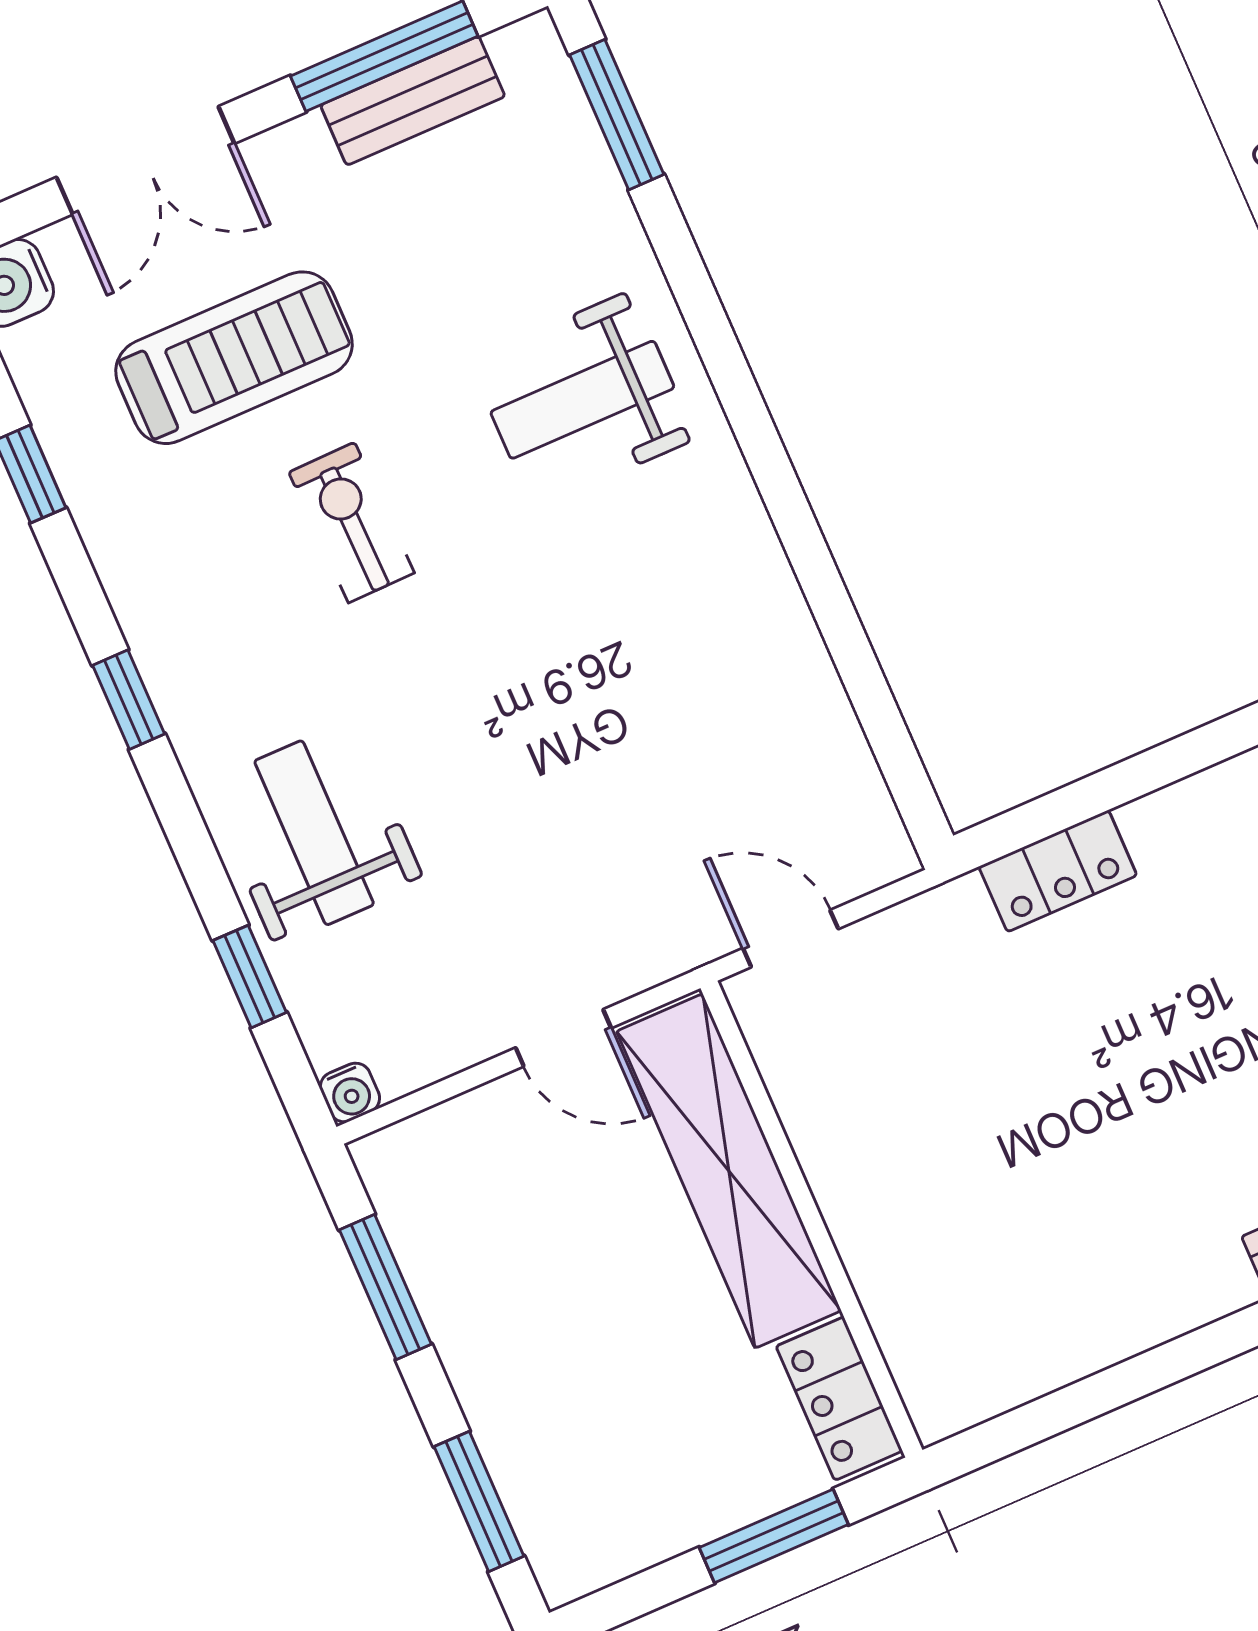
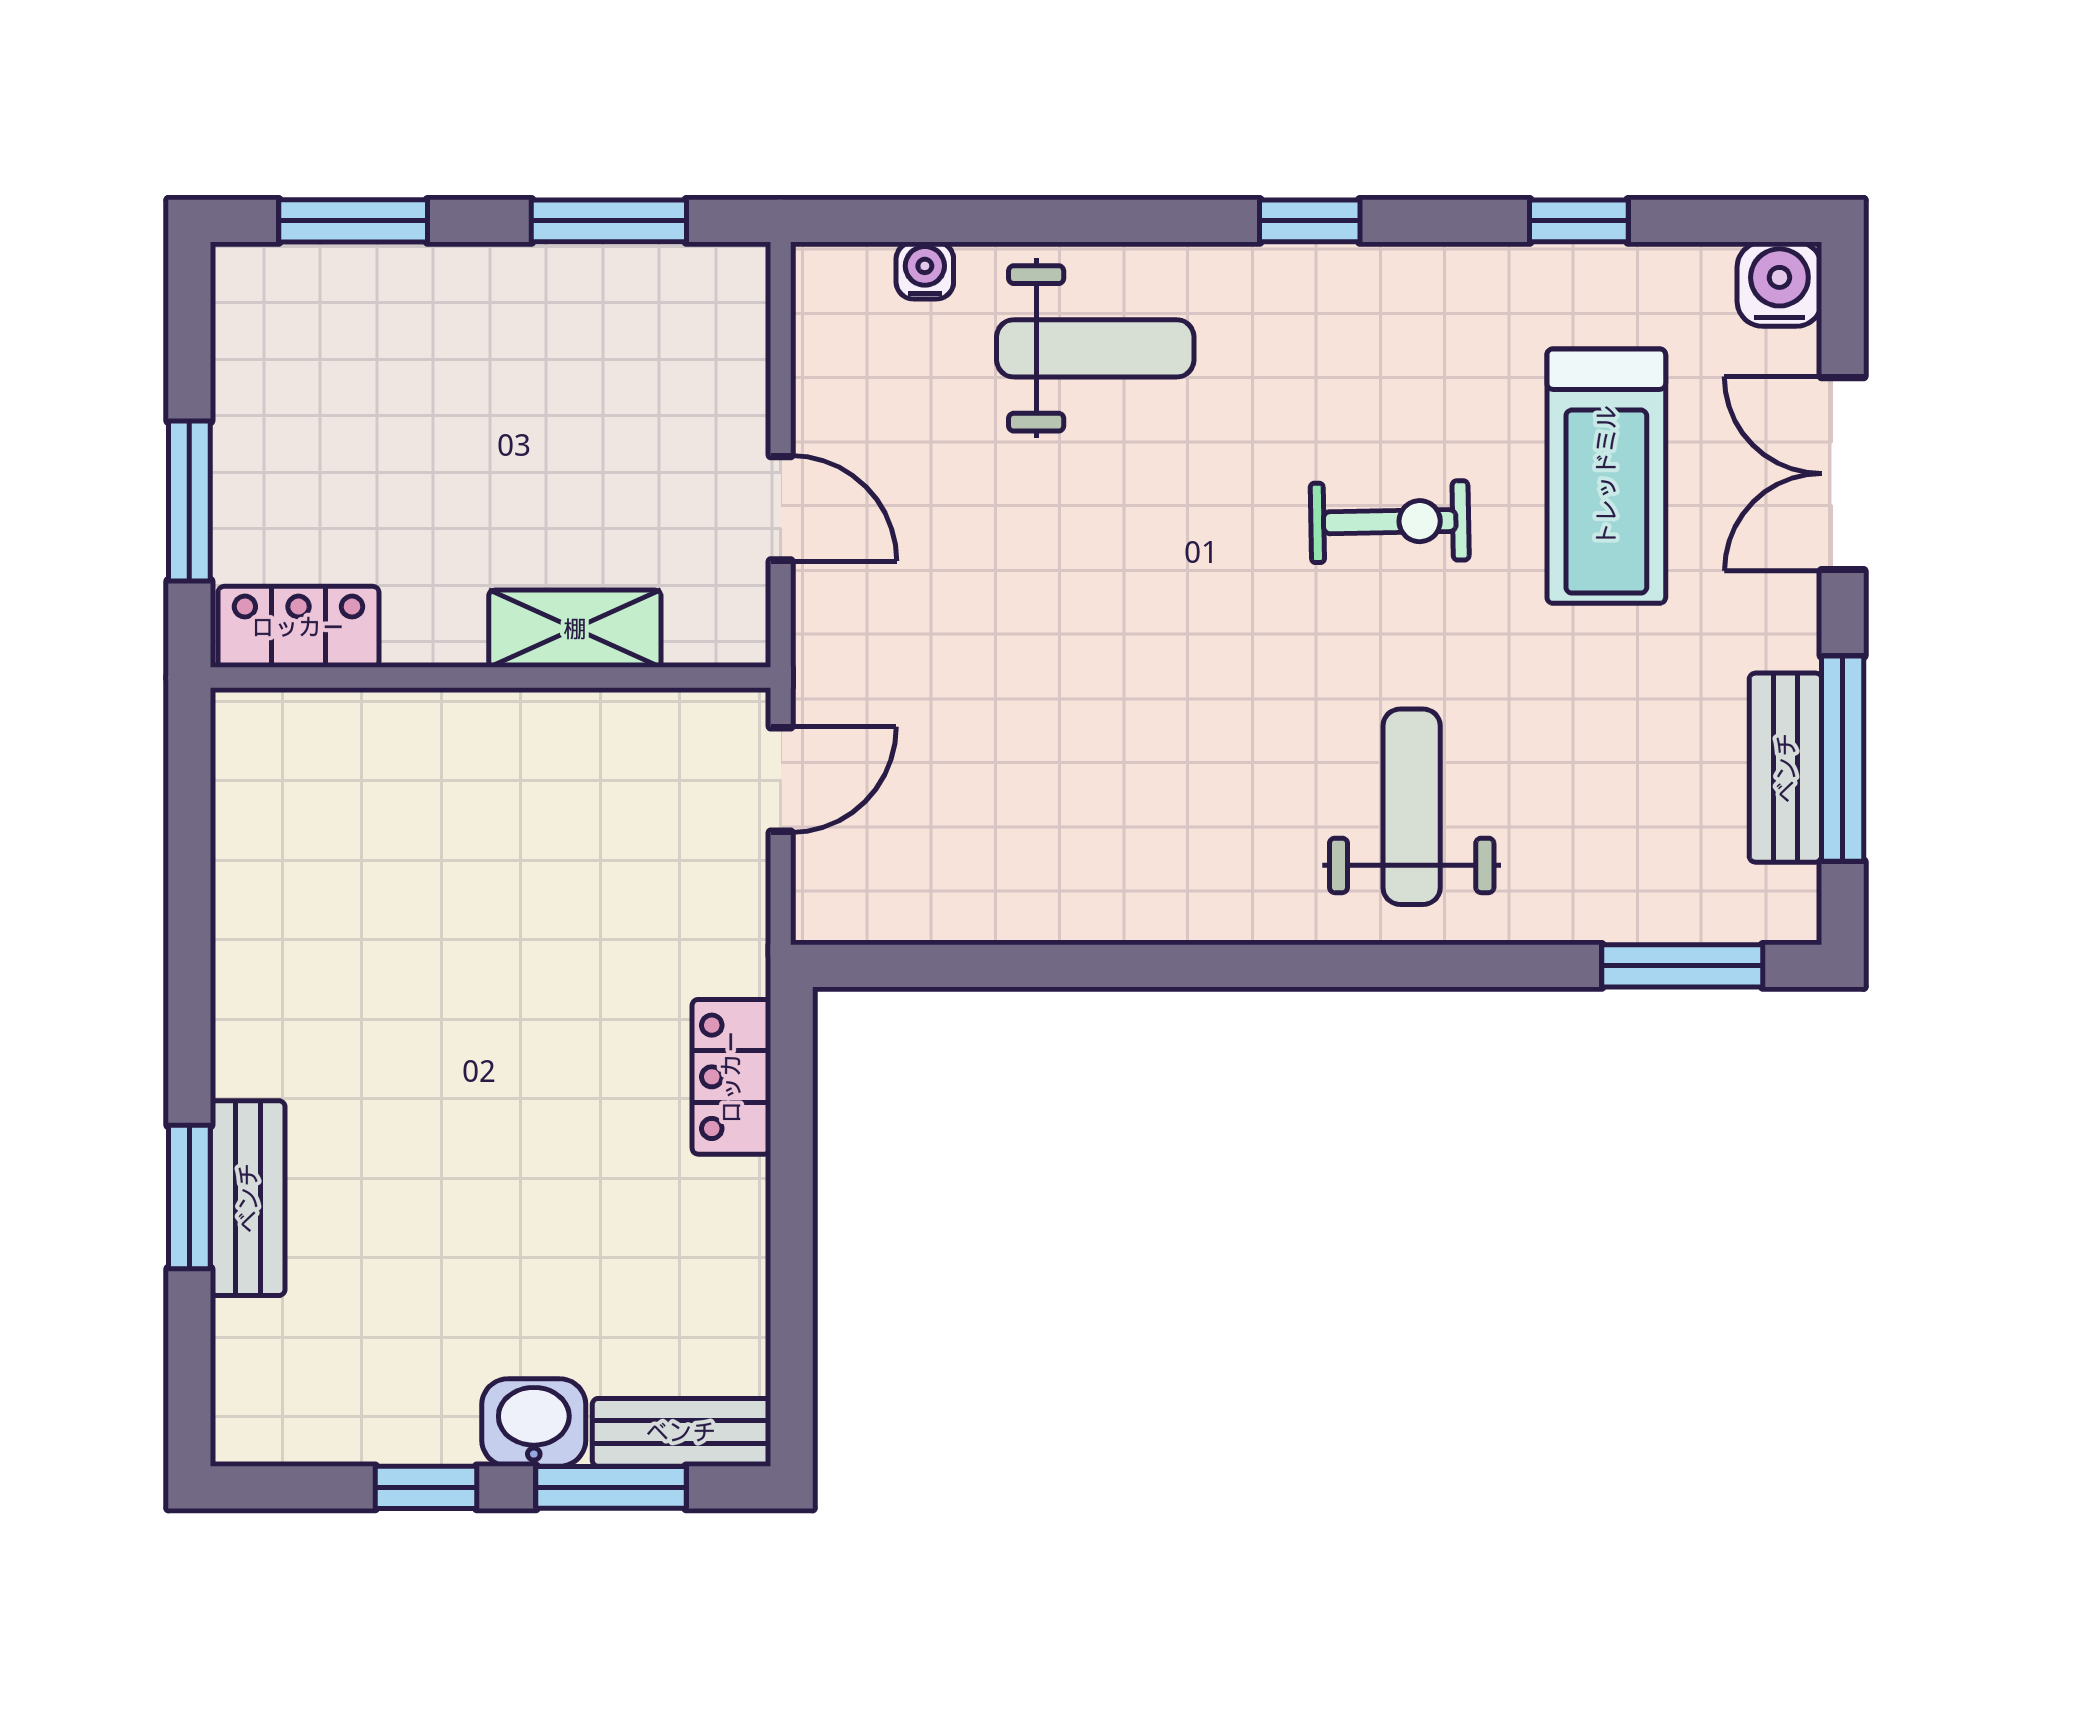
window: (250, 976) -> (979, 221), removed
door: (563, 1038) -> (781, 508), swing flipped
water cooler: (350, 1093) -> (925, 271), moved, turned 90
shelving: (729, 1171) -> (575, 629), width x0.45, depth x0.75

